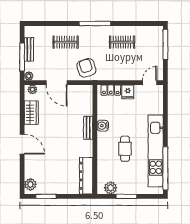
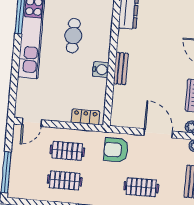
clothes rail: (122, 64) -> (67, 151), added
armchair: (86, 68) -> (116, 150), turned 108
fridge: (128, 92) -> (63, 112), removed

